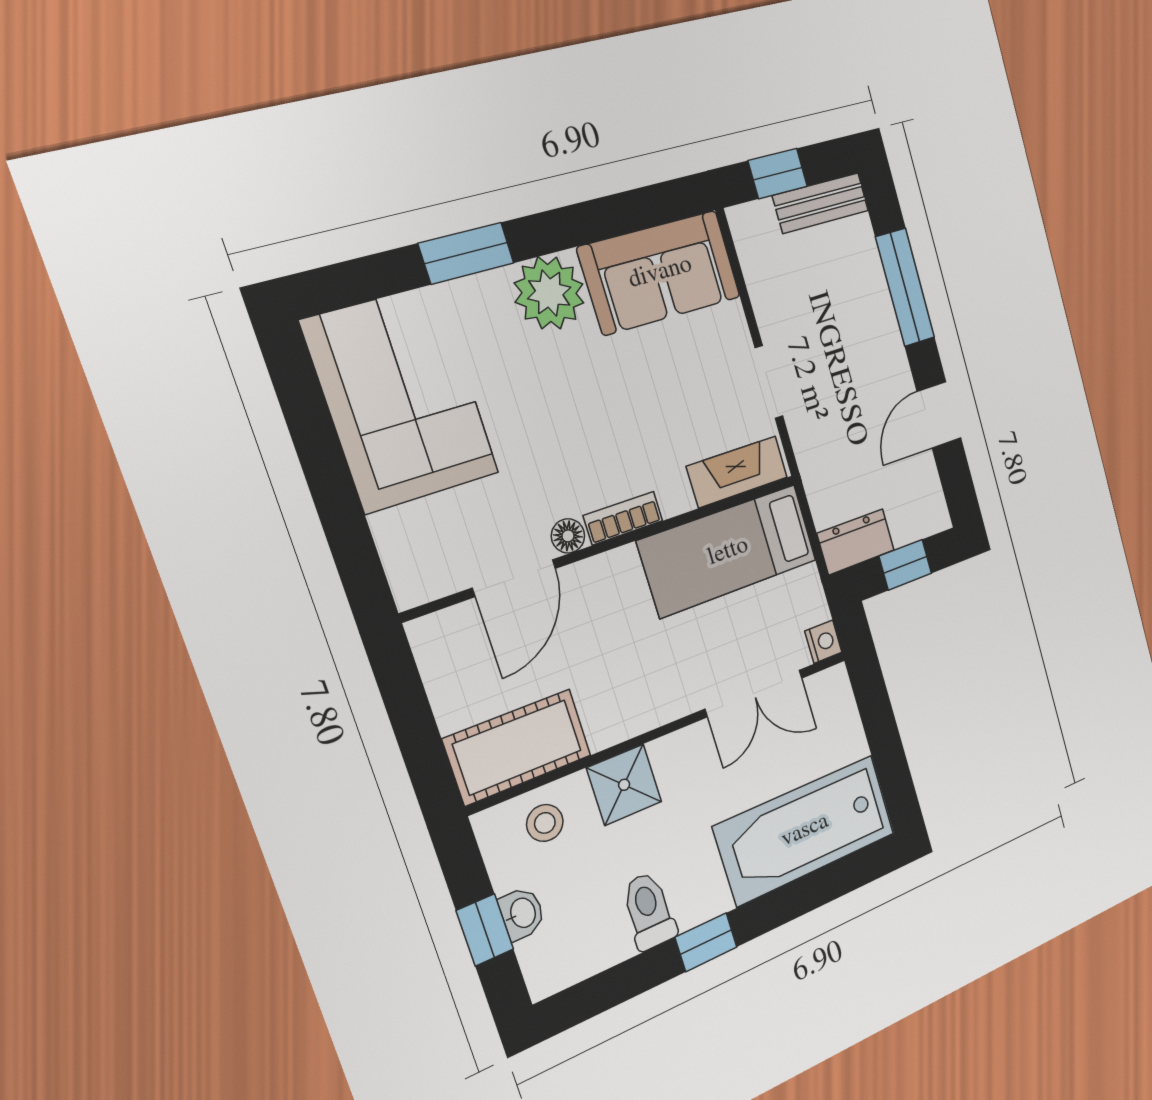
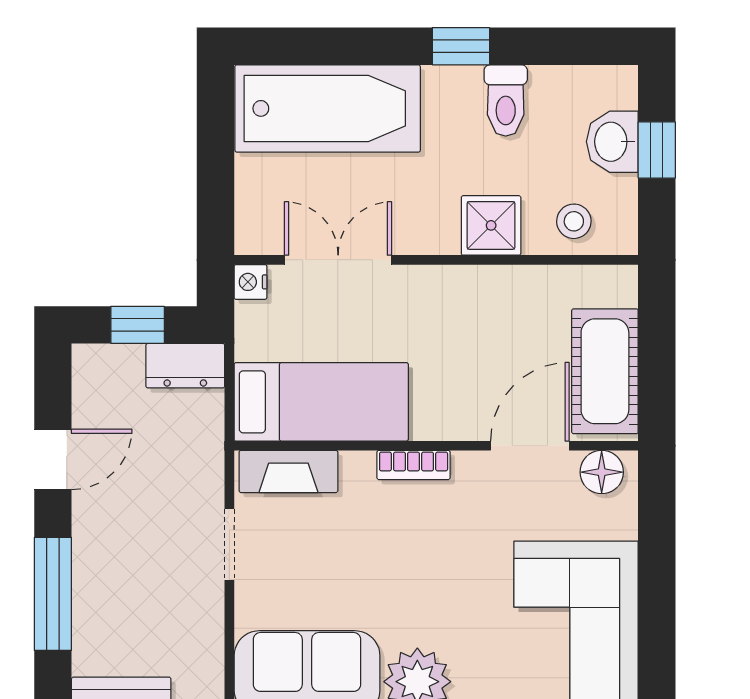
floor lamp: (568, 536) -> (602, 472), moved, width x1.37, depth x1.37
cot: (518, 747) -> (605, 371), moved, turned 90
washbasin: (522, 913) -> (612, 142), width x1.38, depth x1.45

